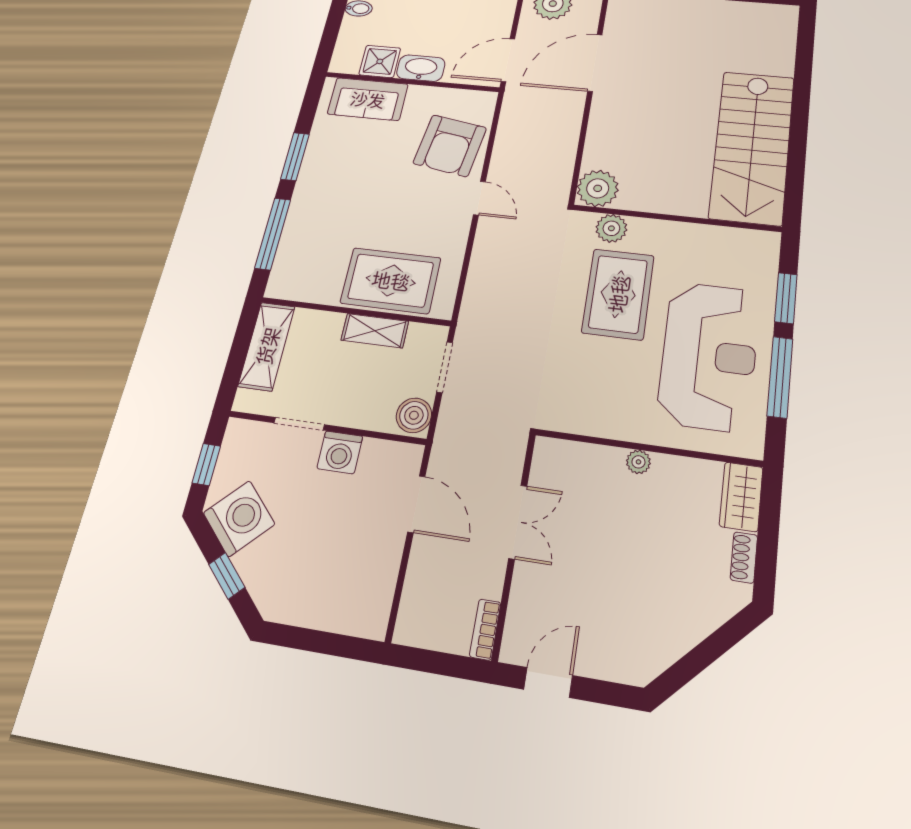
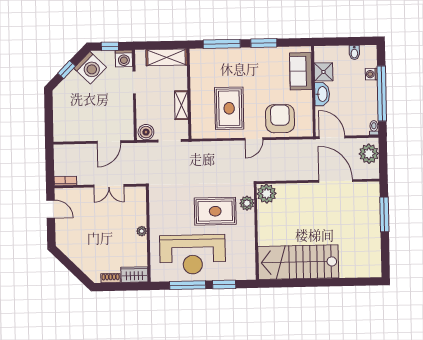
armchair: (450, 146) -> (280, 119), turned 81
rug: (391, 280) -> (229, 108), moved
washing machine: (340, 452) -> (124, 59), moved, turned -90

